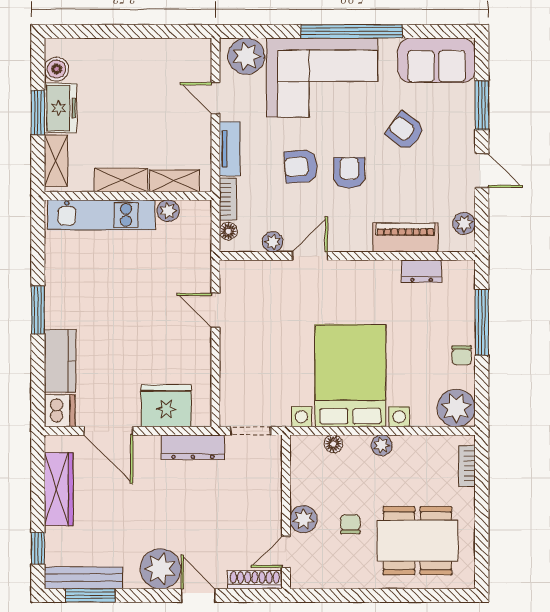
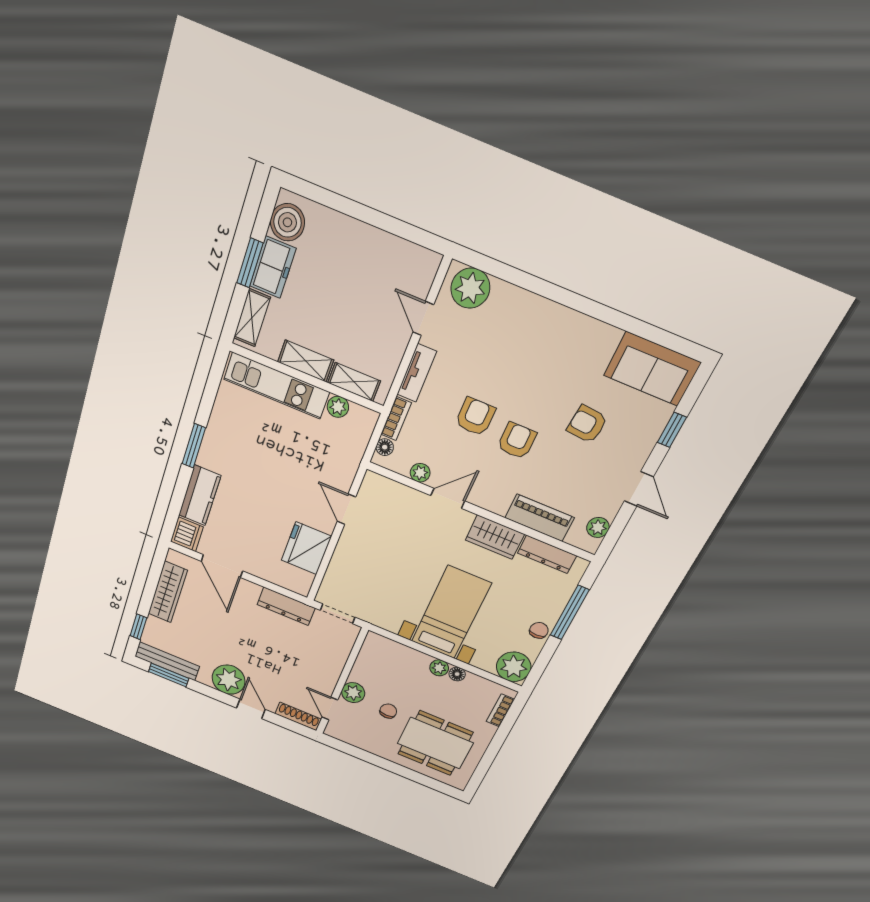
window: (352, 31) -> (584, 305), removed
boiler: (57, 69) -> (287, 222), width x1.36, depth x1.36
corner sofa: (322, 78) -> (534, 340), removed
window: (482, 105) -> (672, 430), width x0.67
armchair: (405, 131) -> (587, 424), turned -31
armchair: (301, 166) -> (475, 417), turned 94
dresser: (422, 271) -> (547, 554), width x1.44
wardrobe: (372, 276) -> (495, 537), added
chair: (462, 355) -> (539, 630), turned 180
bed with nightstands: (350, 376) -> (451, 613), width x0.73
fridge: (166, 406) -> (306, 548), moved, turned -90
floor lamp: (333, 444) -> (457, 674), moved
door: (286, 552) -> (330, 709), hinge flipped

